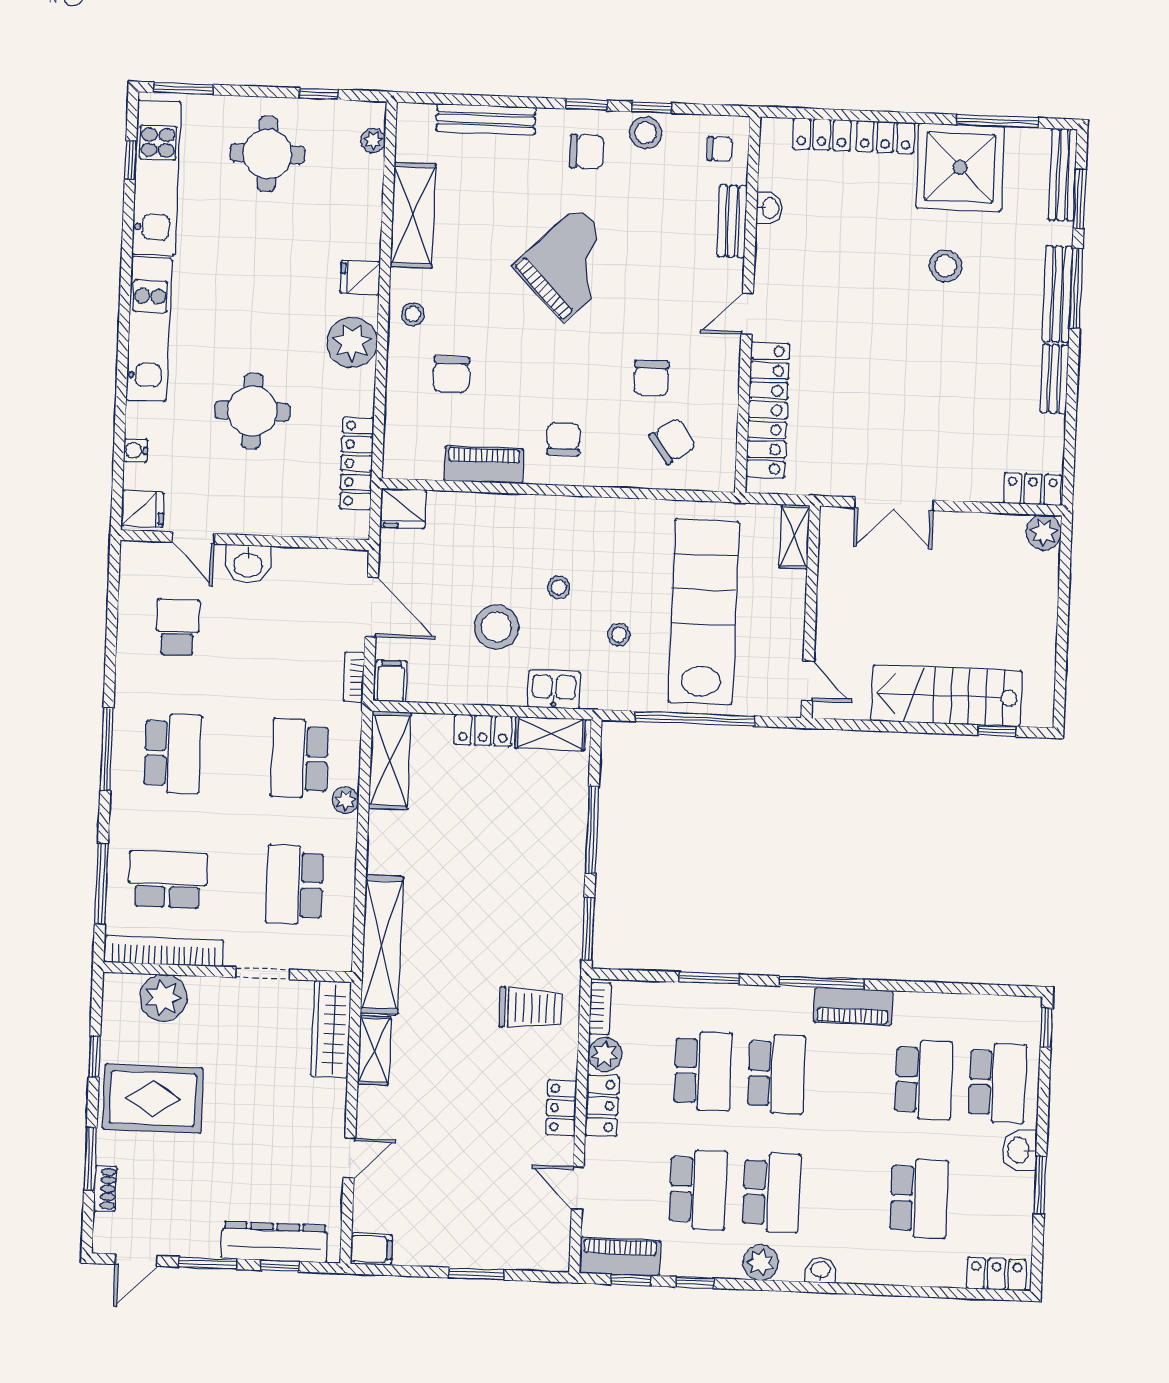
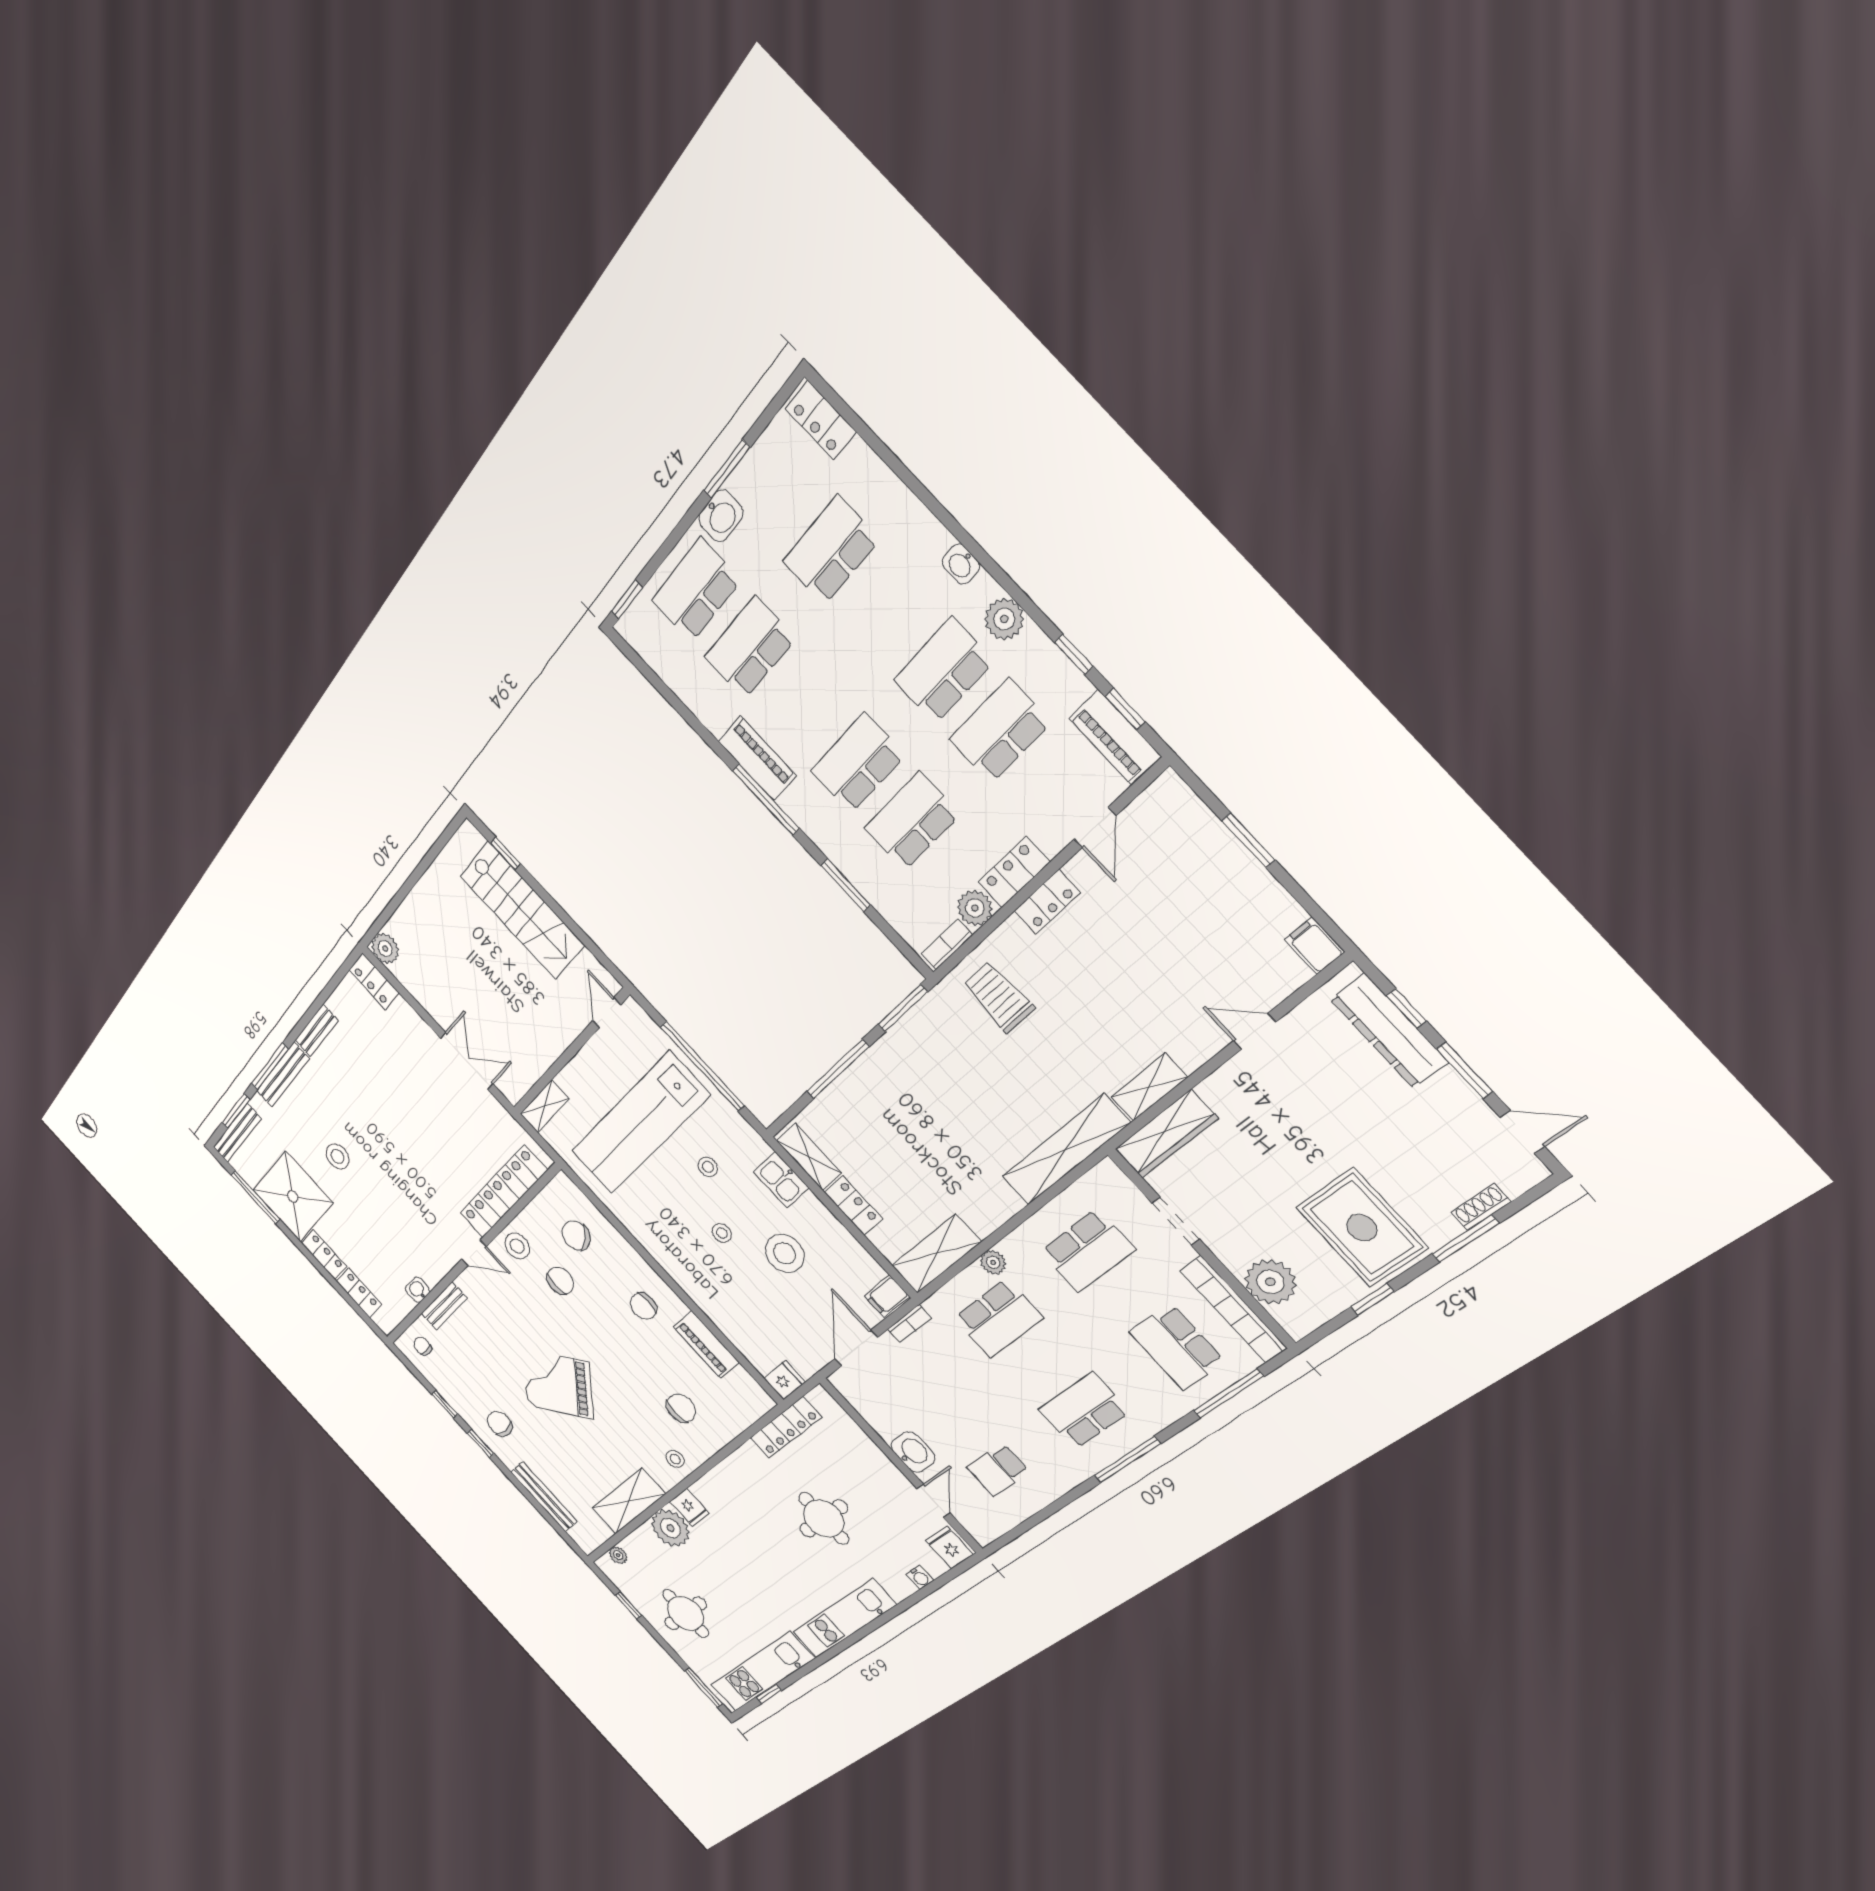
stool: (646, 133) -> (517, 1246), moved
plant: (352, 342) -> (670, 1528), moved
fridge: (403, 509) -> (784, 1380), width x0.72

